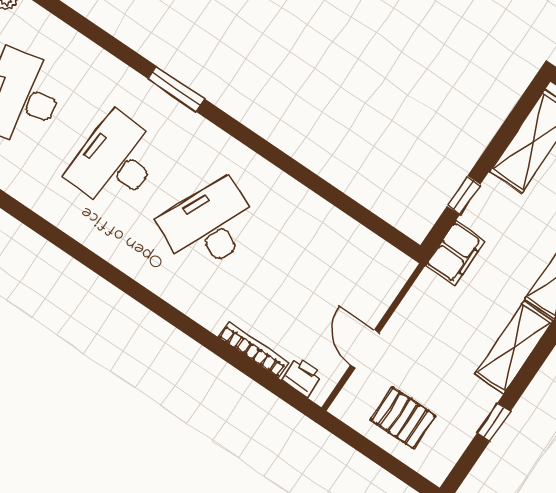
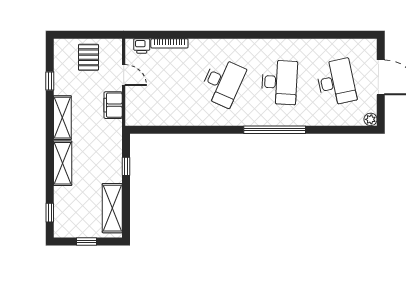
window: (176, 89) -> (275, 130), width x2.11
filing cabinet: (455, 253) -> (113, 105), moved
pallet: (403, 418) -> (88, 57), turned 90

